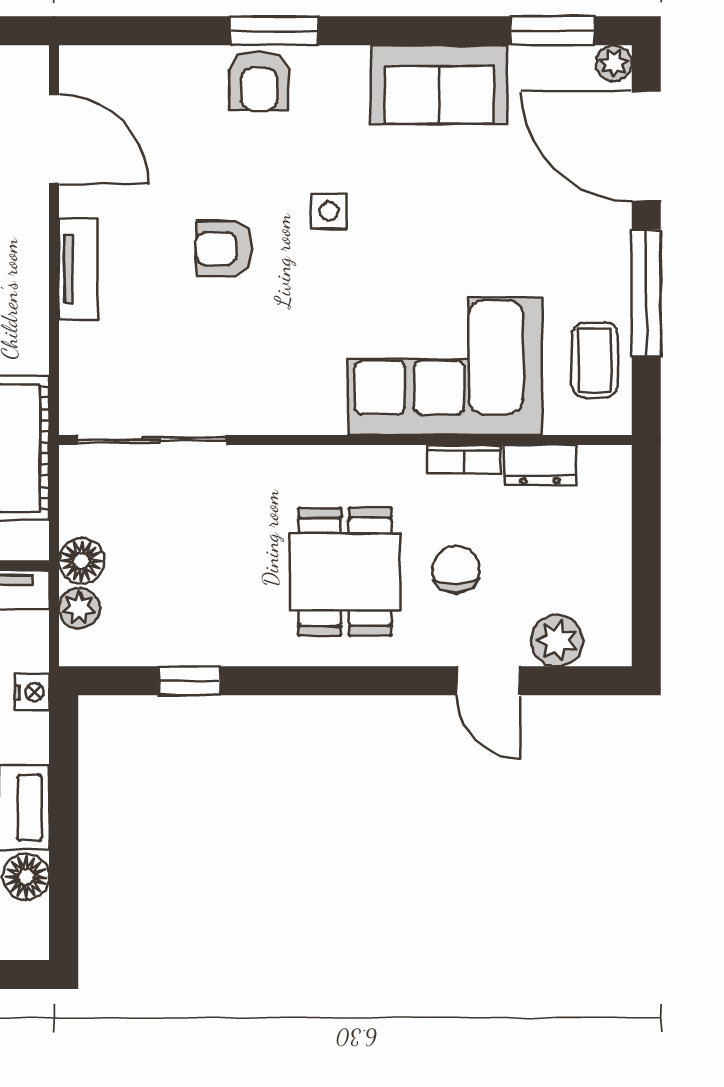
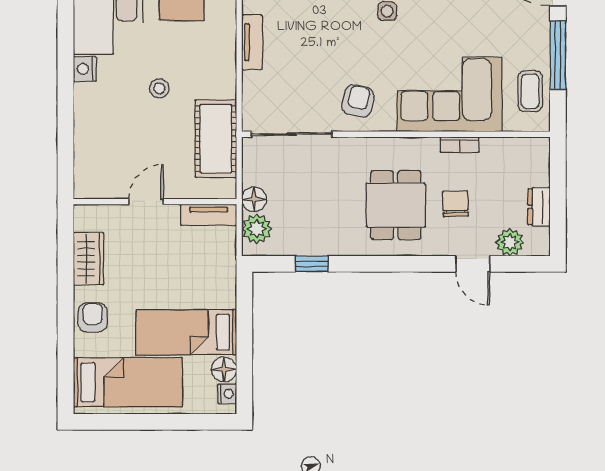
armchair: (224, 249) -> (358, 101), moved, turned 103
dresser: (540, 465) -> (539, 207), moved, turned 90
plant: (79, 608) -> (257, 229), width x1.38, depth x1.38
nightstand: (32, 692) -> (227, 394), moved

